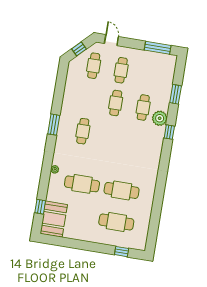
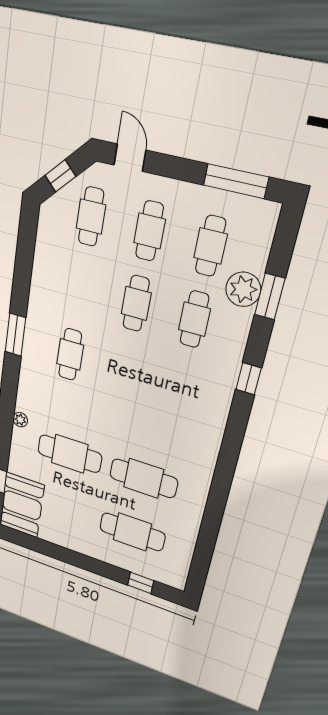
cafe table: (149, 75) -> (211, 246), added
plant: (160, 118) -> (243, 289), moved

